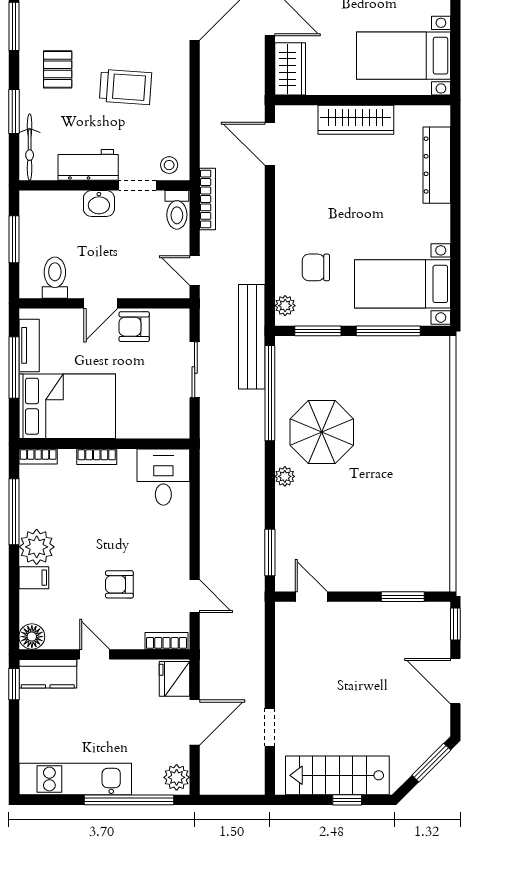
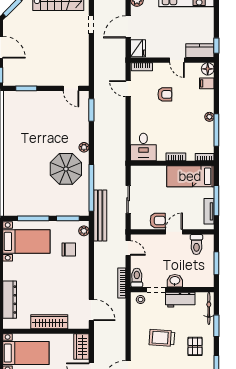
bed: (67, 406) -> (190, 176), width x0.67
plant: (37, 547) -> (209, 117), width x0.53, depth x0.53
filing cabinet: (34, 578) -> (207, 83), moved

